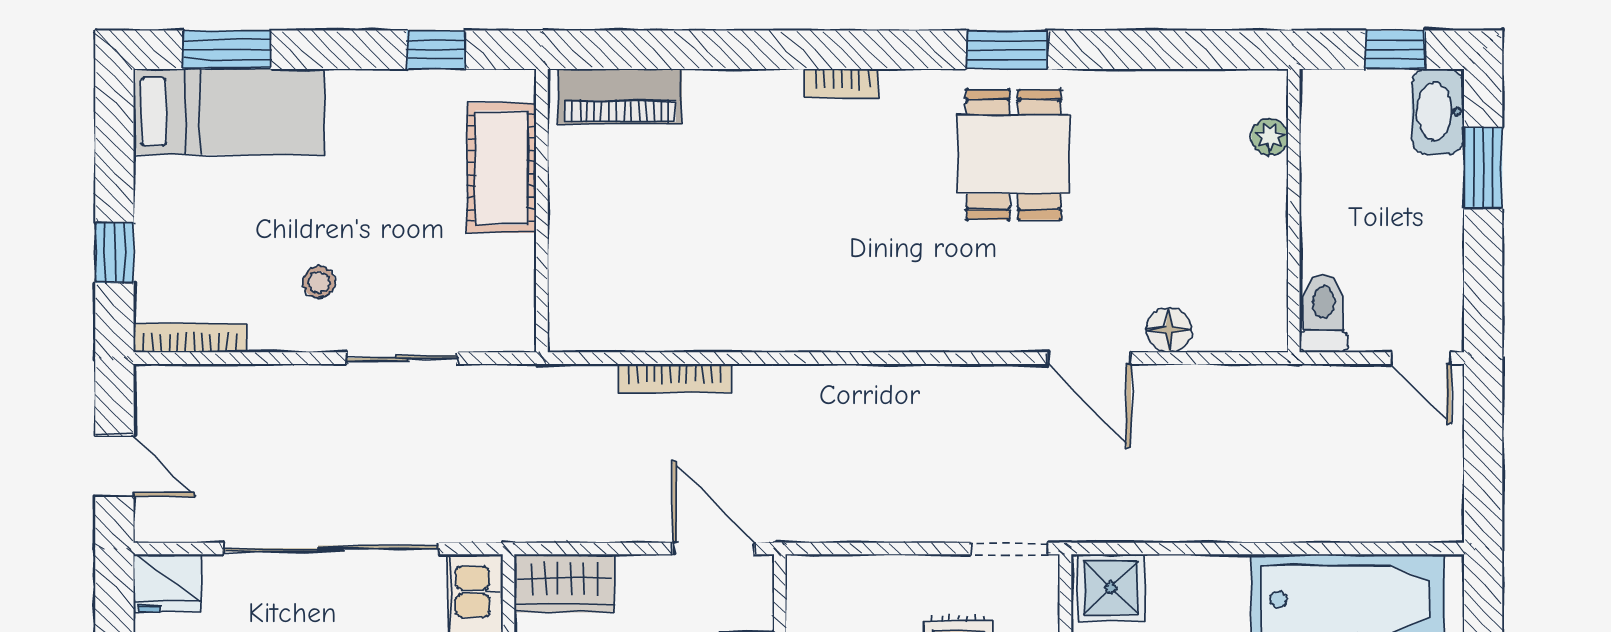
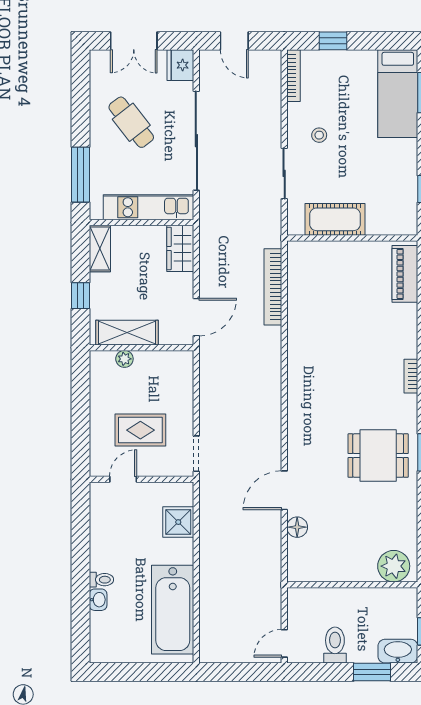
plant: (1270, 137) -> (394, 566), width x1.88, depth x1.88
cot: (502, 168) -> (335, 219), moved
toilet: (1323, 313) -> (335, 645), moved, turned -90
bookcase: (675, 378) -> (273, 287), width x1.48, depth x1.31
door: (114, 466) -> (234, 41), hinge flipped
shower: (1111, 588) -> (178, 522), moved

